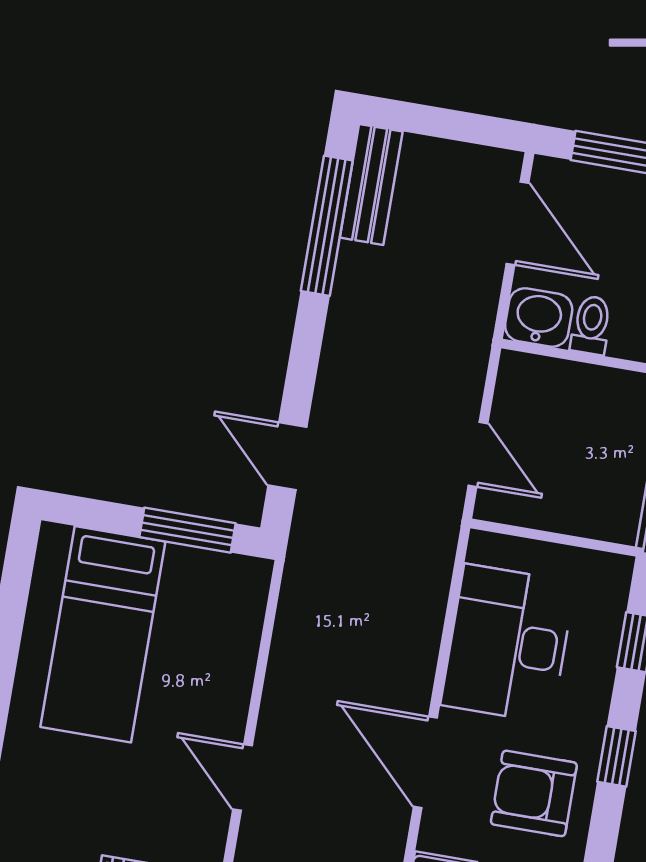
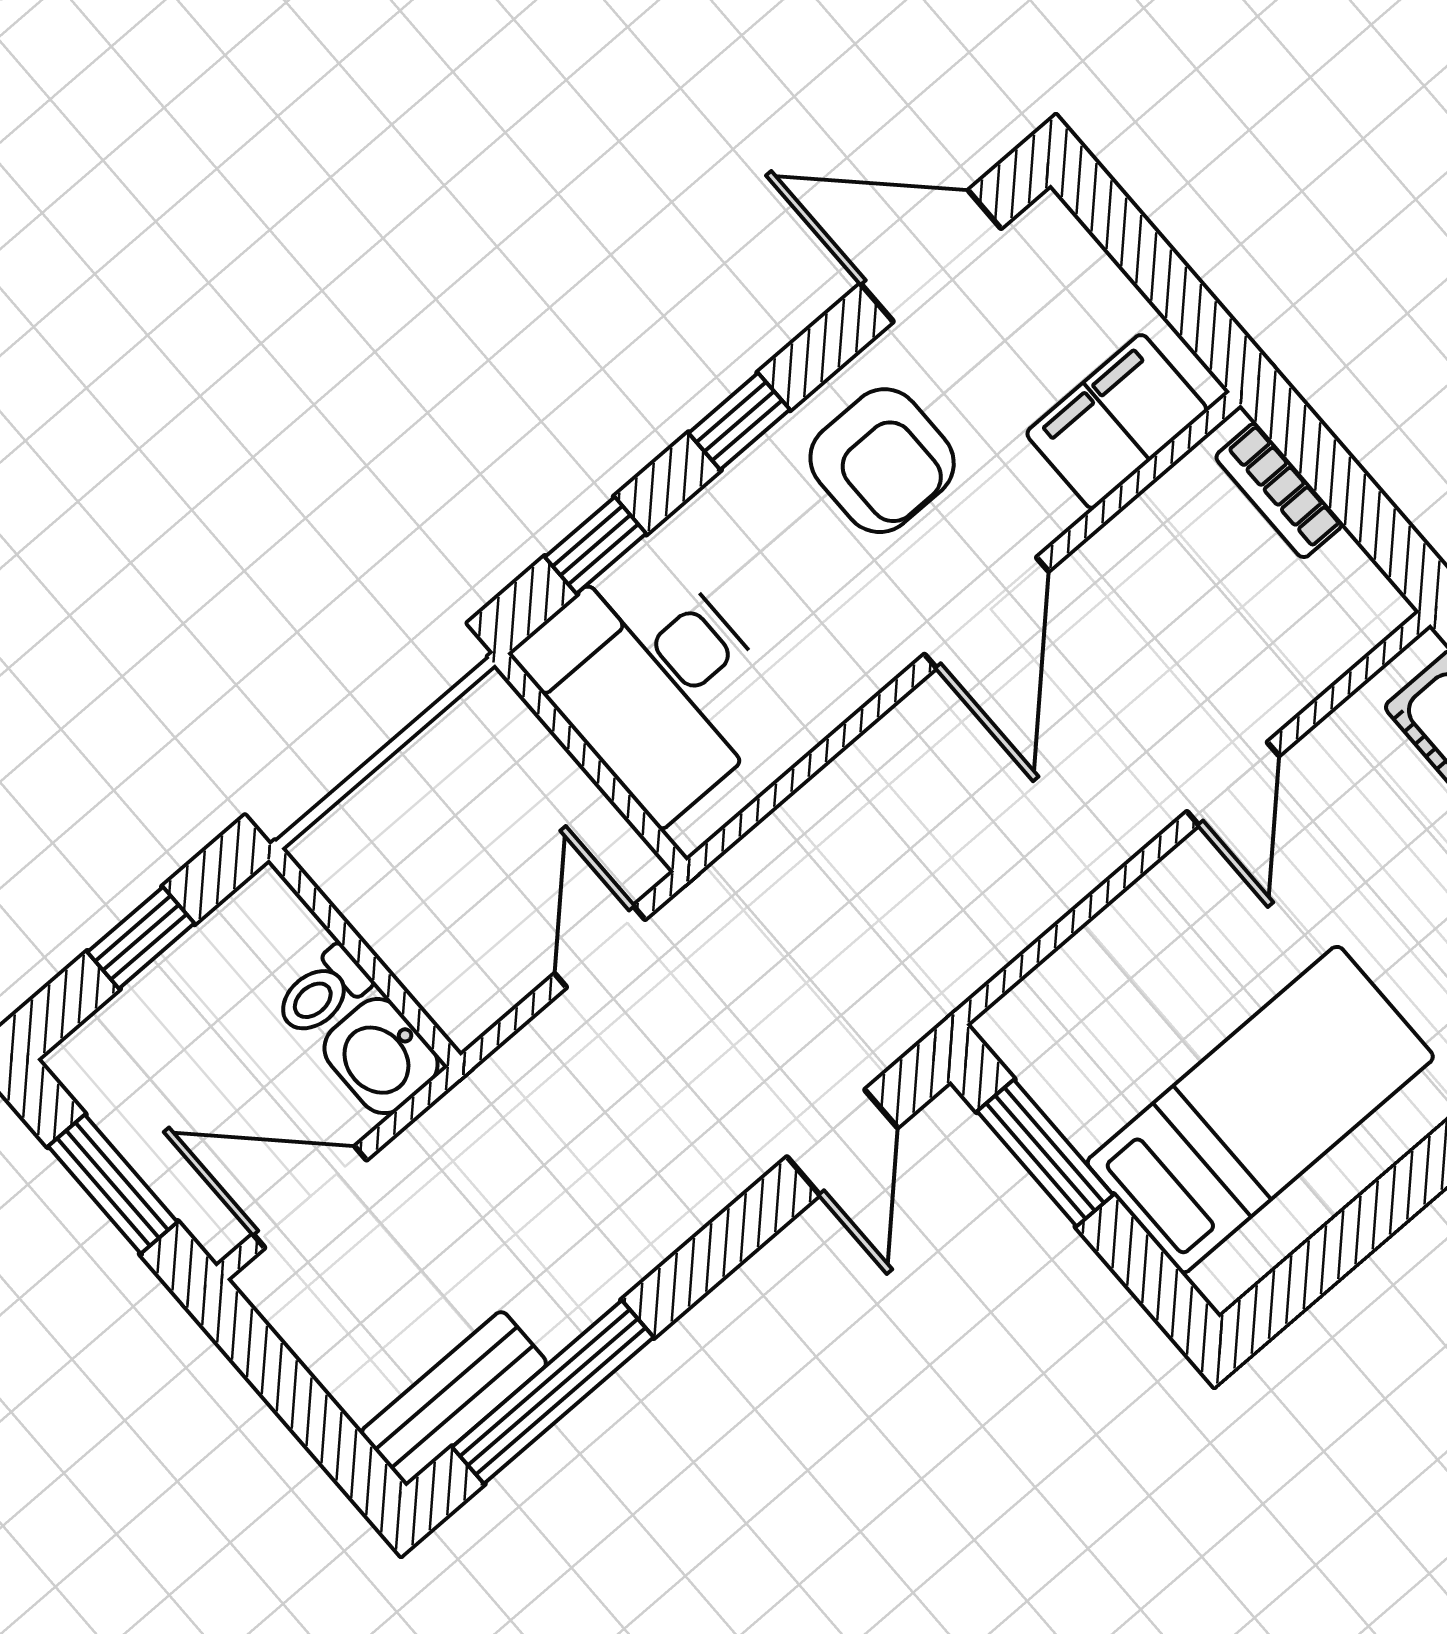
door: (517, 223) -> (310, 1197), hinge flipped
desk: (508, 644) -> (654, 682), moved, turned 90

